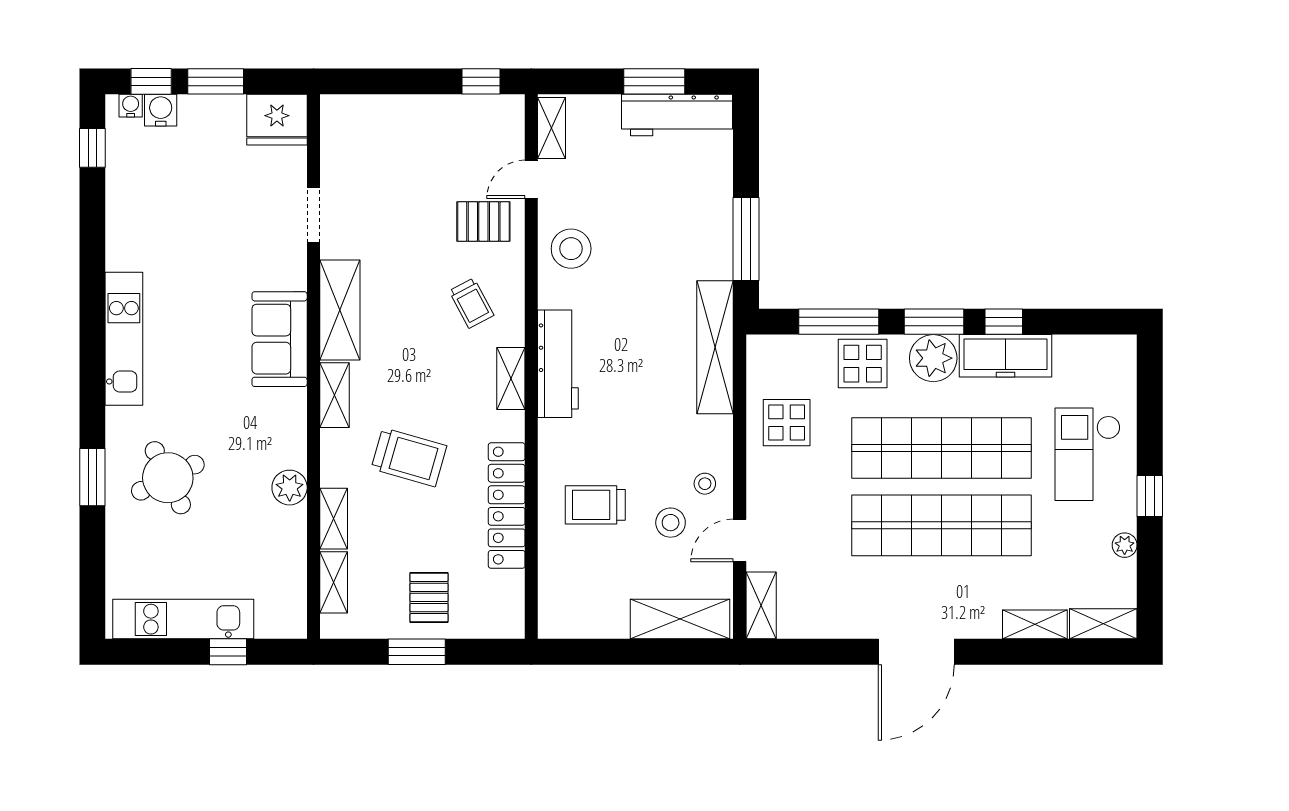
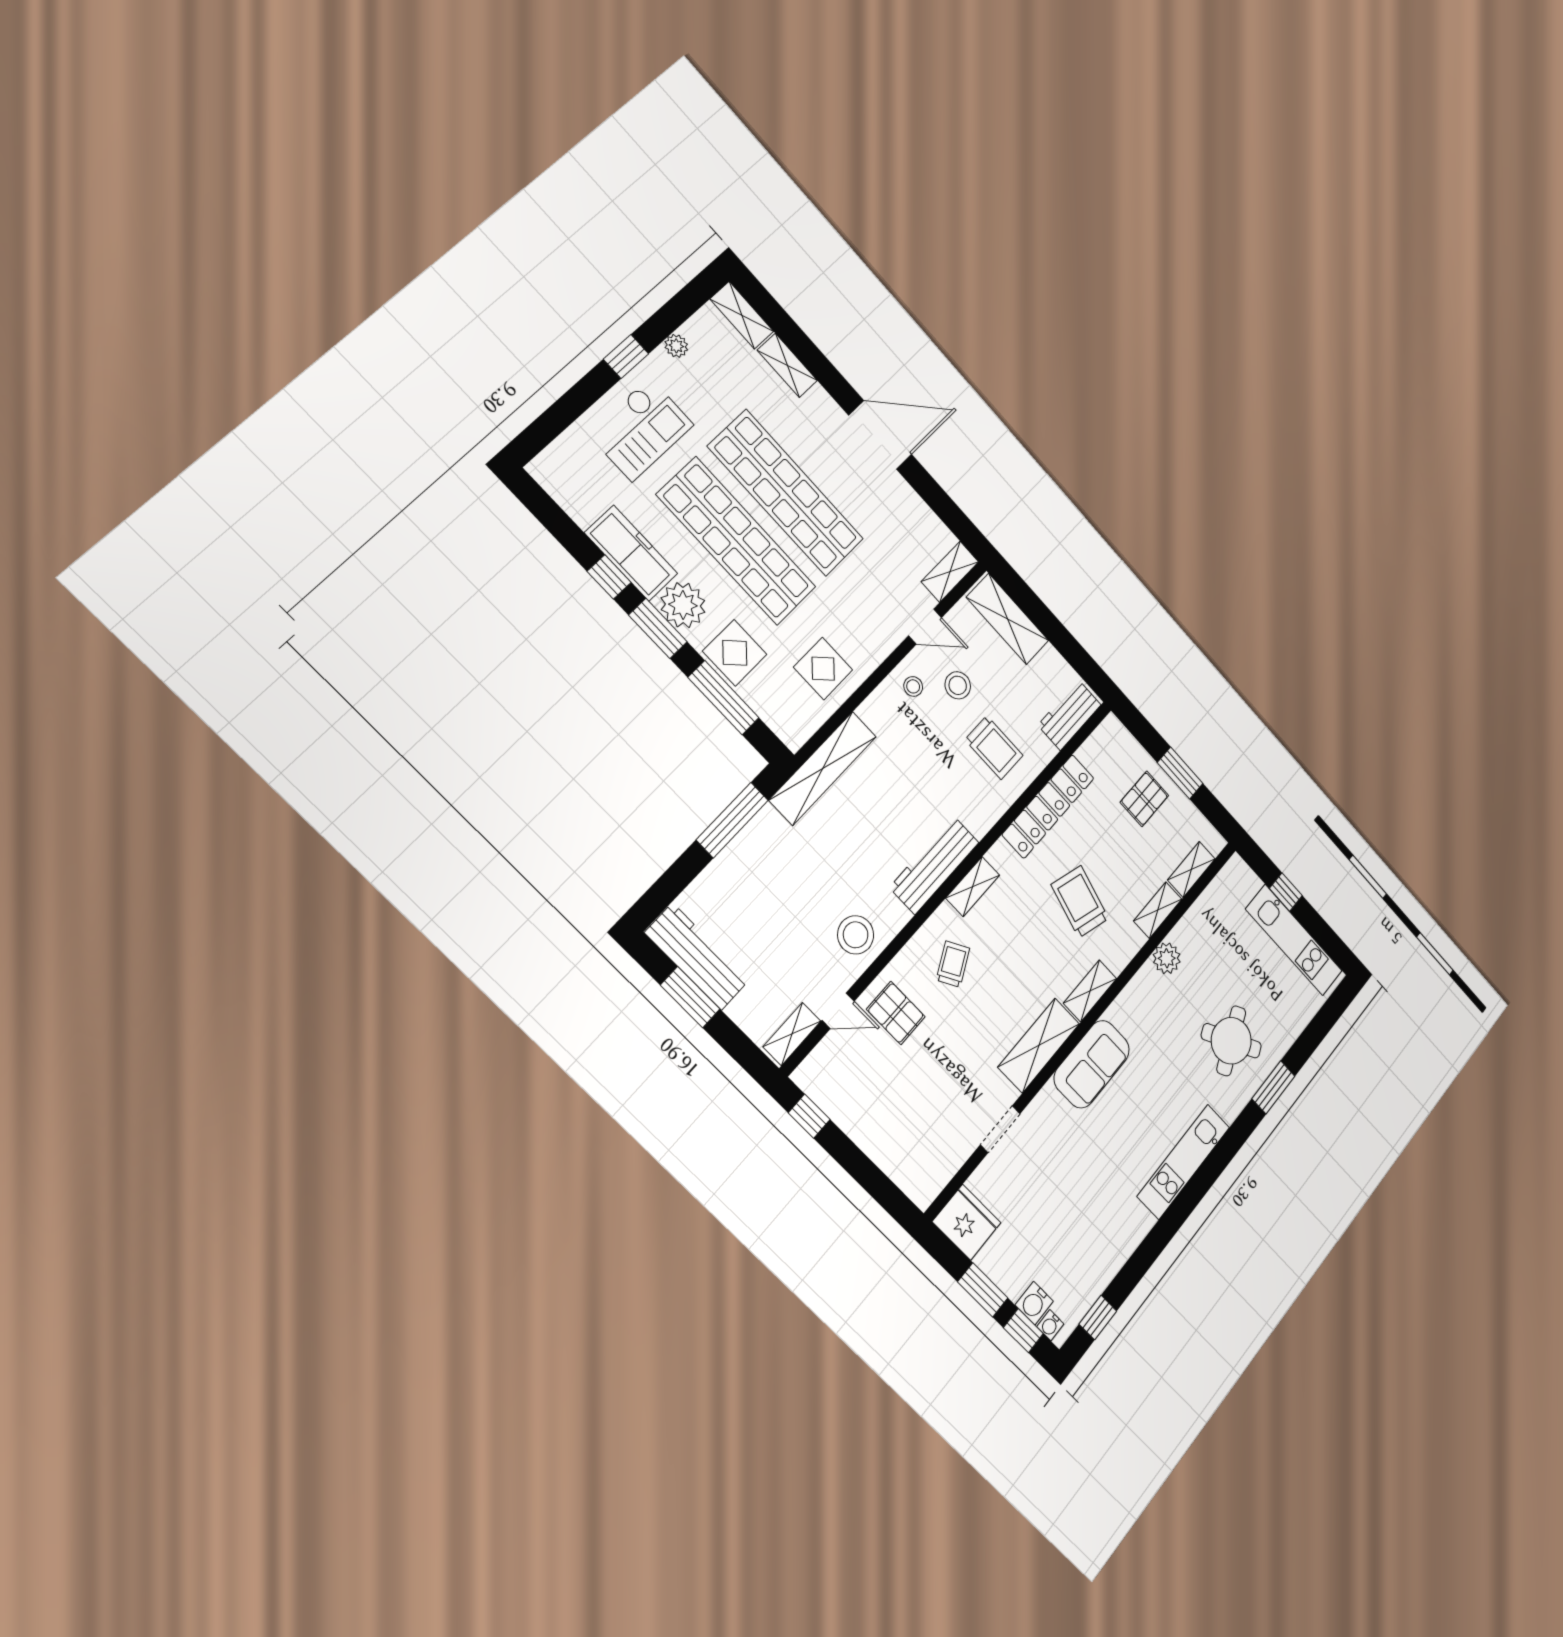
workbench: (557, 598) -> (1069, 715), added

